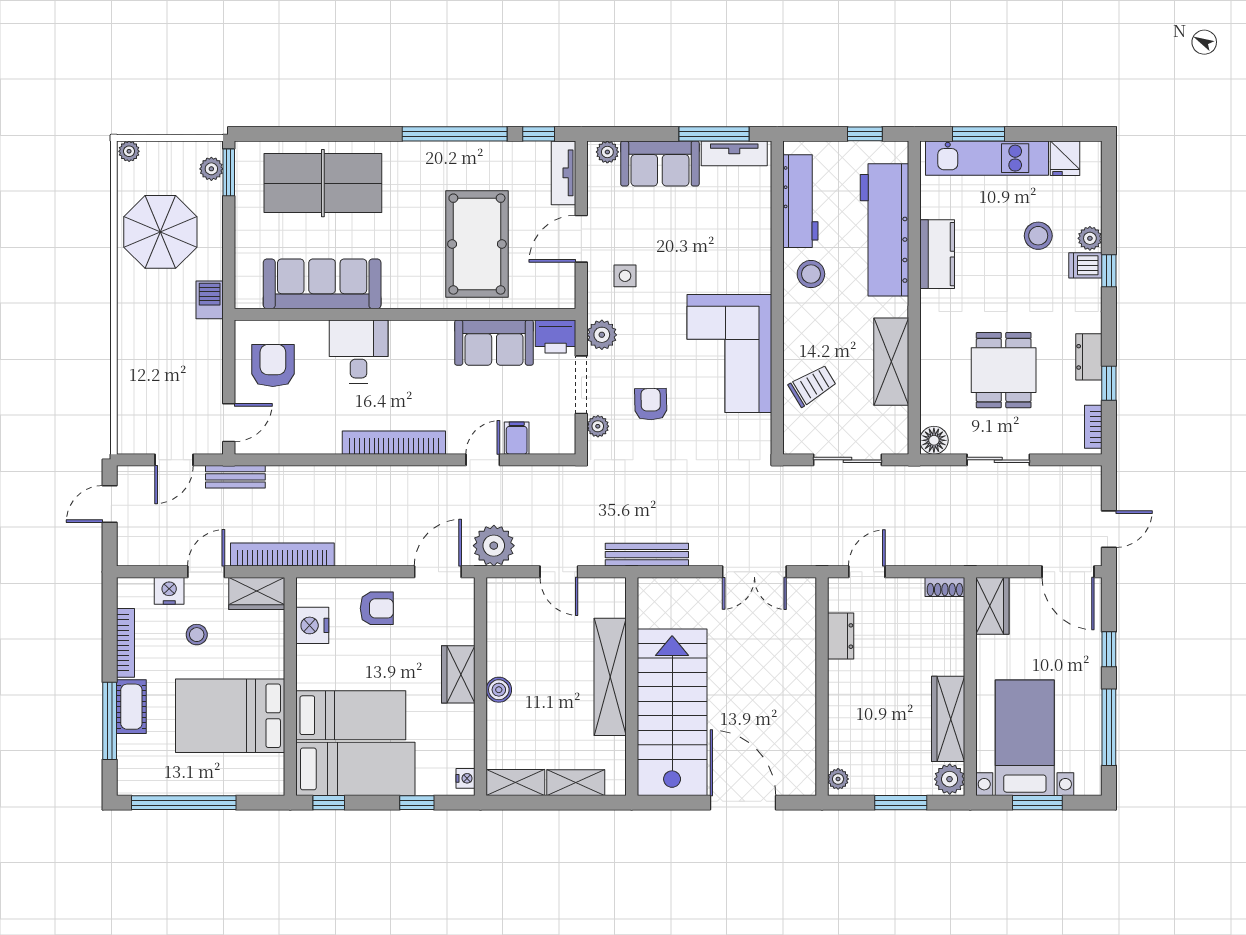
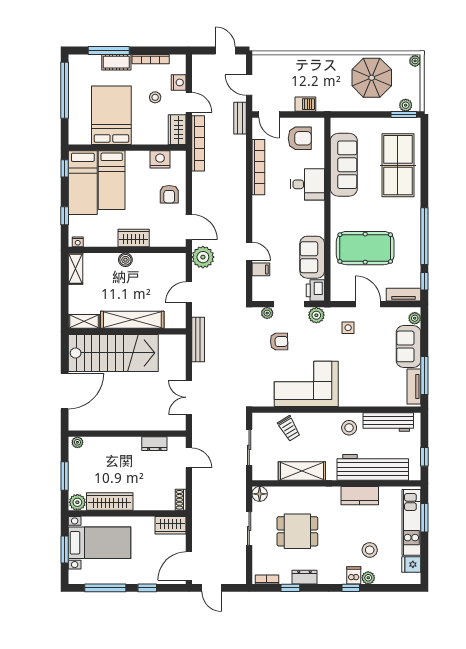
barbecue: (210, 300) -> (305, 104), moved
bookcase: (394, 443) -> (258, 167), moved
shelving: (576, 783) -> (84, 321), moved, turned 90

